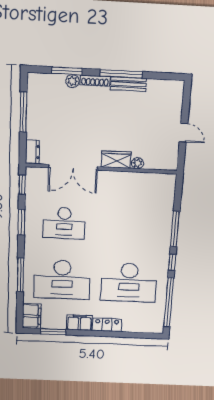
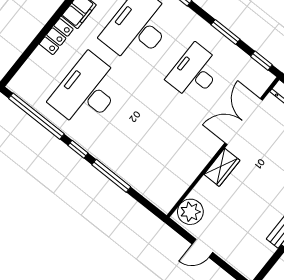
plant: (137, 163) -> (190, 212), moved, width x1.88, depth x1.88

